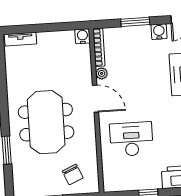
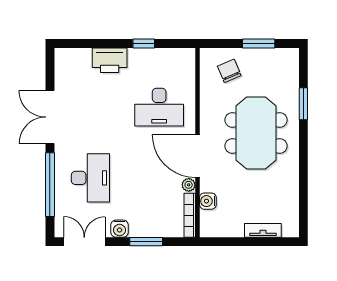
water cooler: (82, 36) -> (208, 201), moved, turned 90
tv unit: (20, 39) -> (263, 230), moved
door: (96, 99) -> (197, 156), width x1.36

